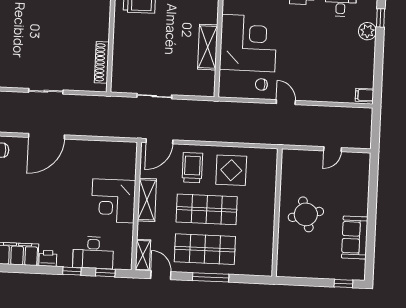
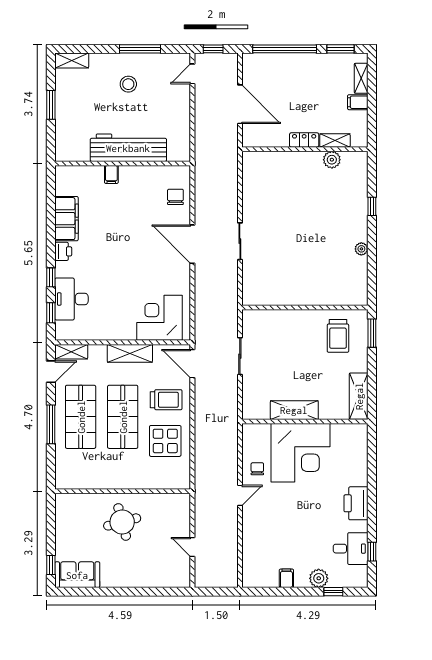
shoe rack: (102, 62) -> (273, 299), removed
filing cabinet: (364, 95) -> (286, 578), moved
corner desk: (113, 201) -> (160, 318), moved
sofa: (355, 237) -> (77, 575), moved

